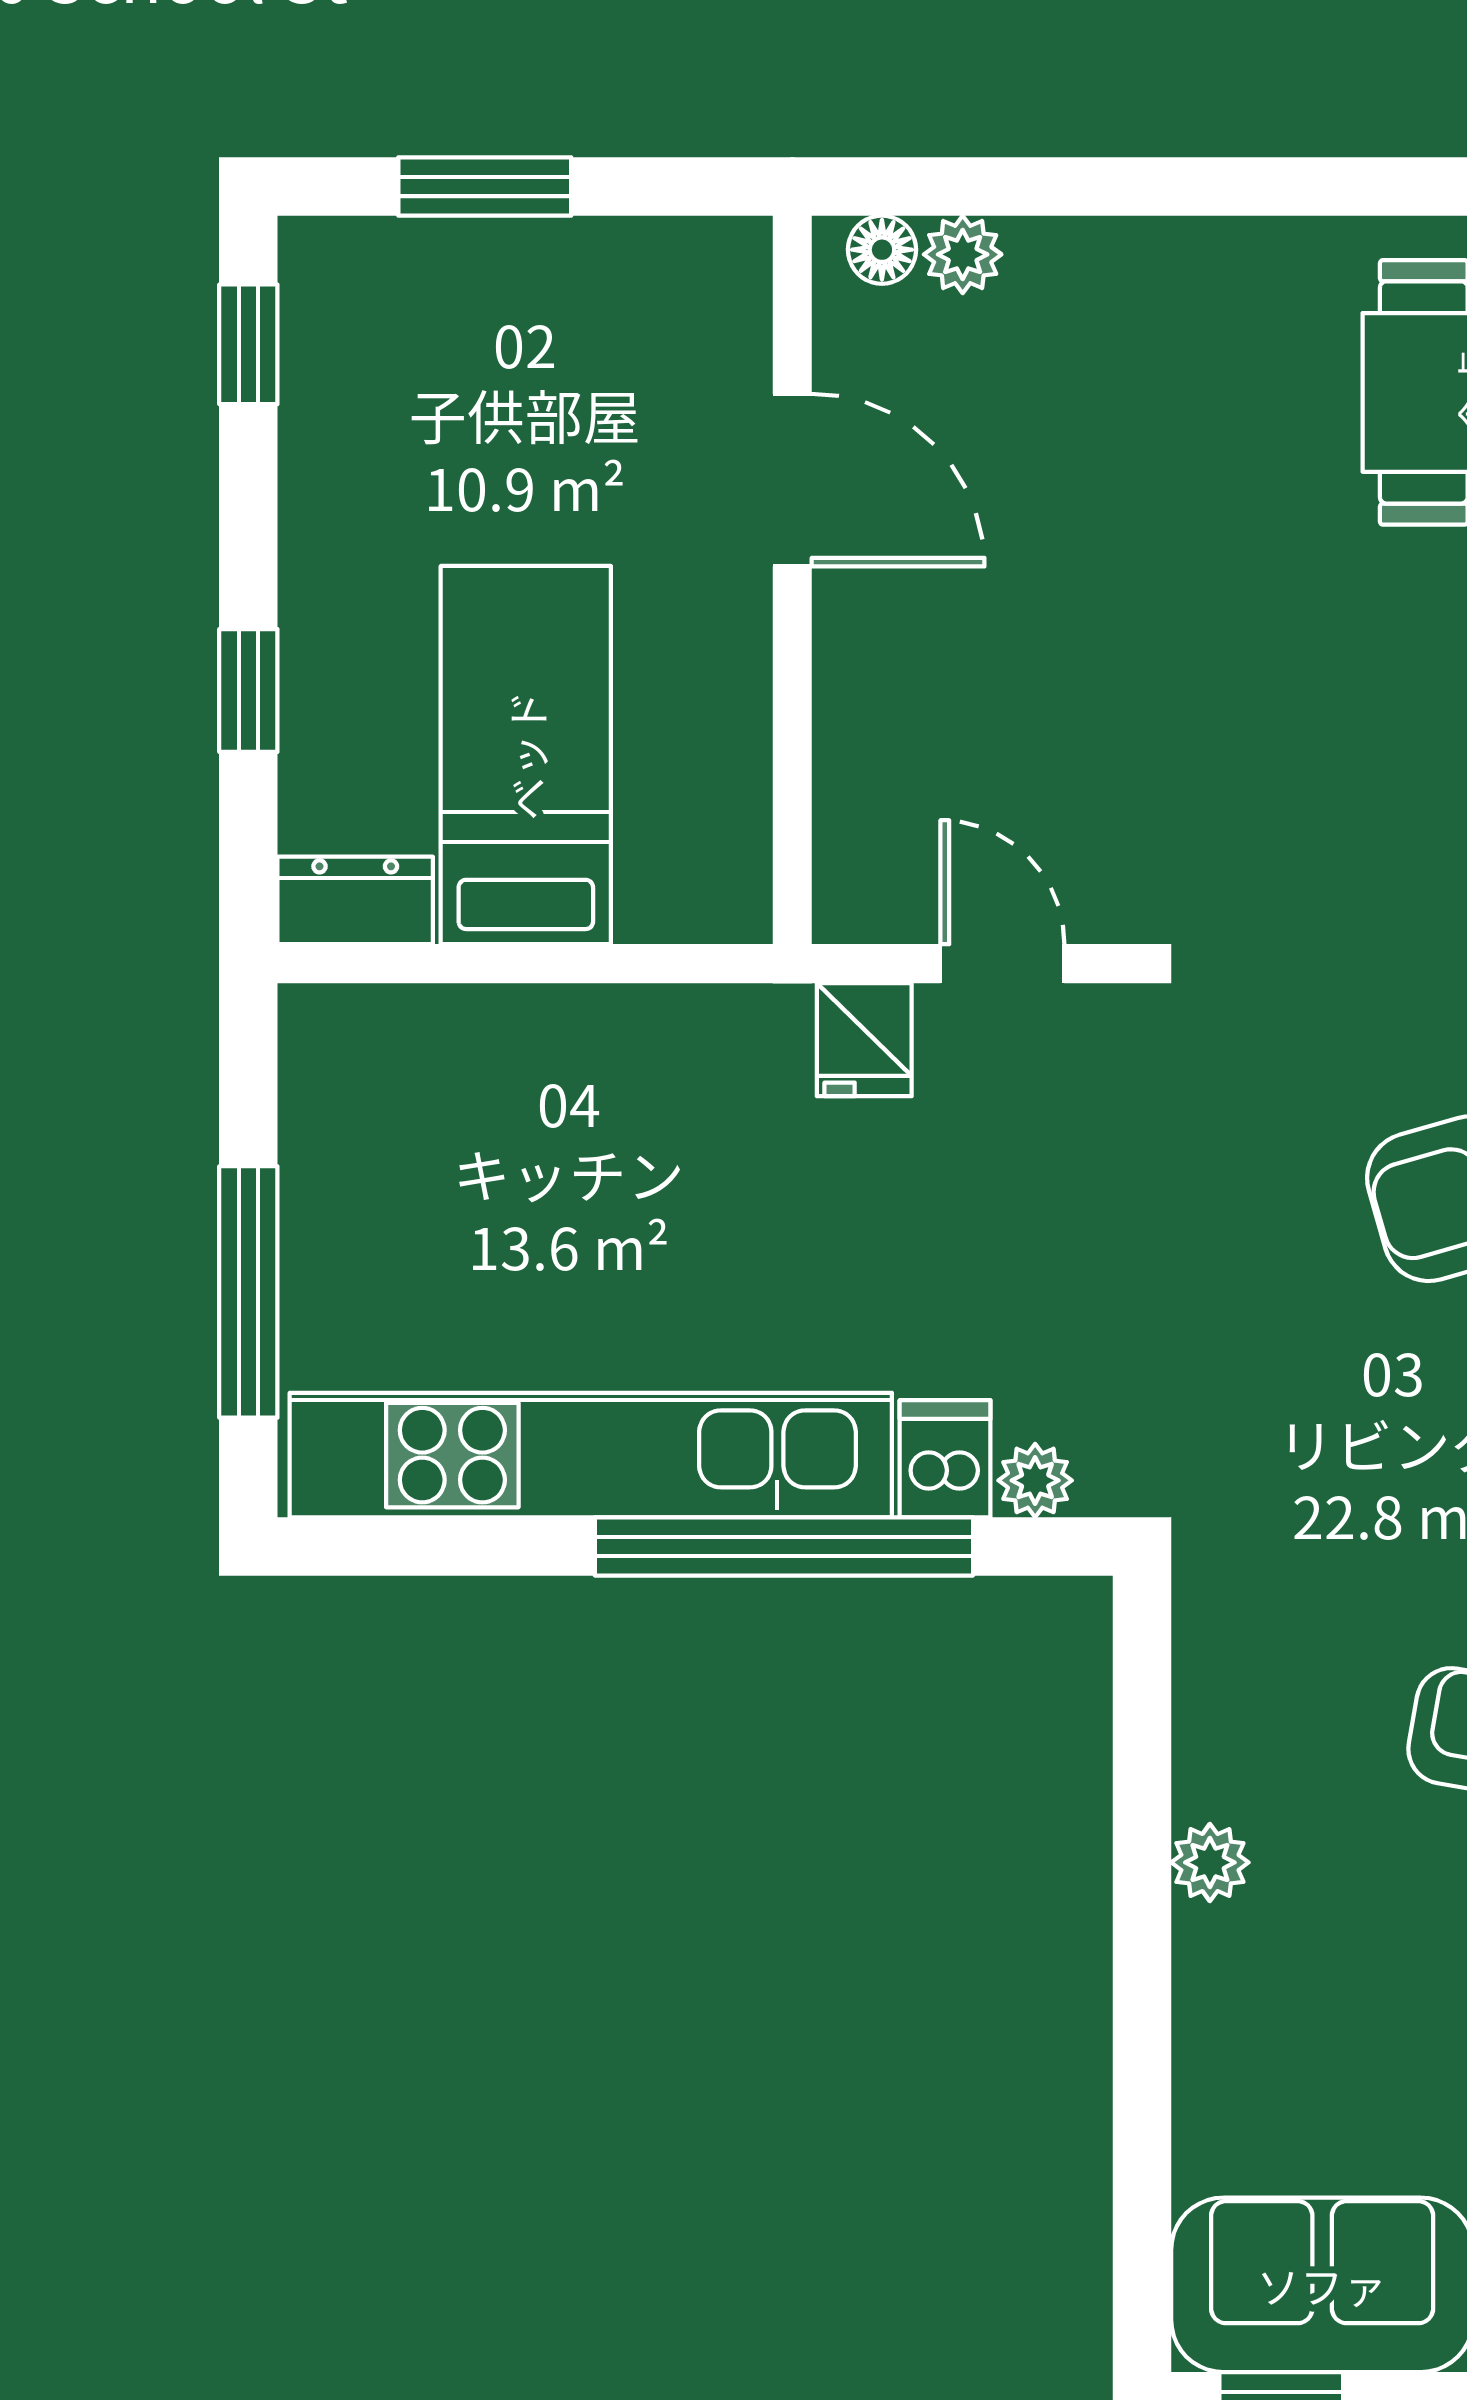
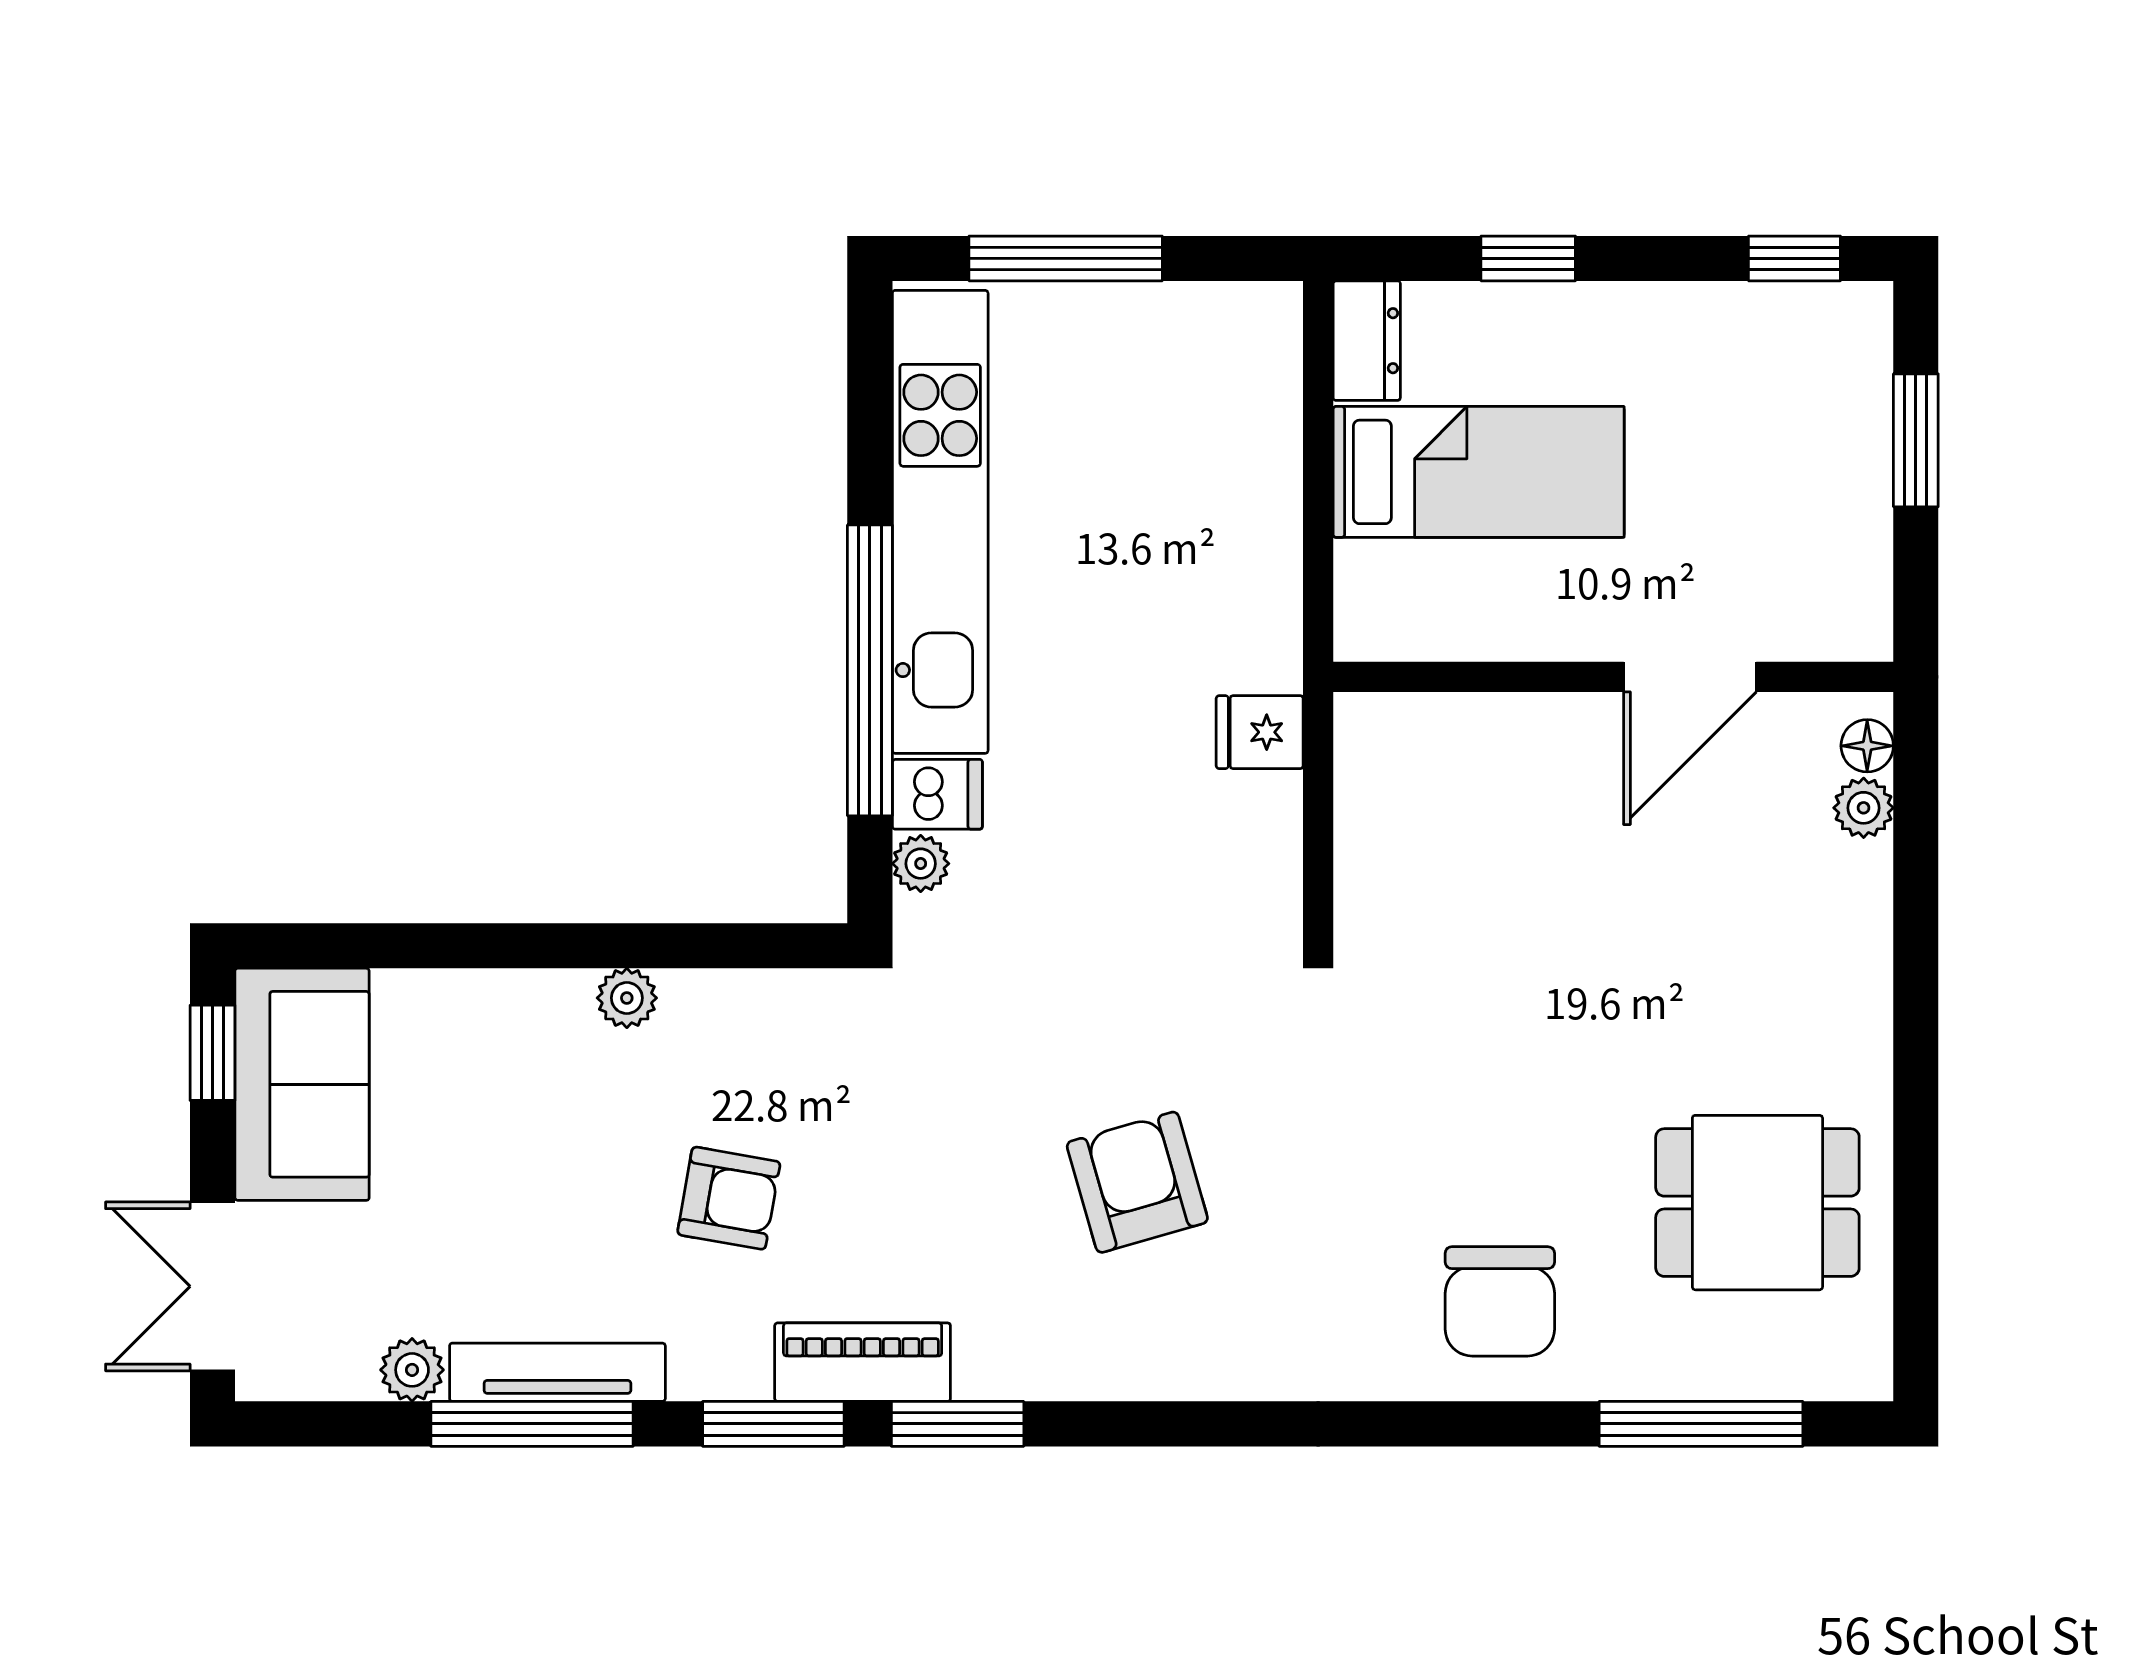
door: (1002, 964) -> (1318, 838), removed

